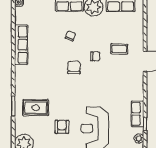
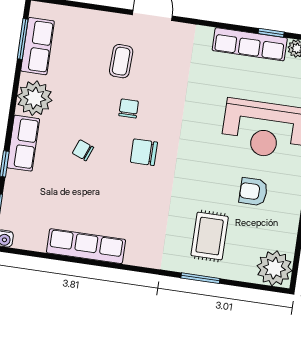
row of seats: (137, 114) -> (250, 44), width x1.48

